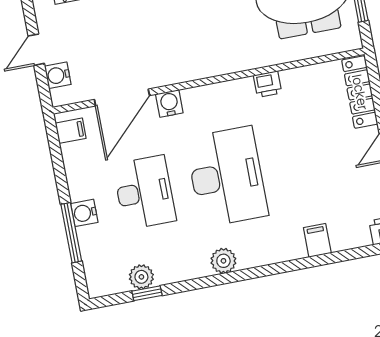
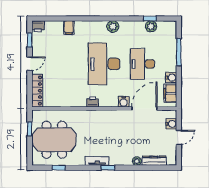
printer: (268, 84) -> (93, 102), moved
filing cabinet: (71, 131) -> (170, 93), width x2.00
water cooler: (84, 213) -> (171, 78), moved

